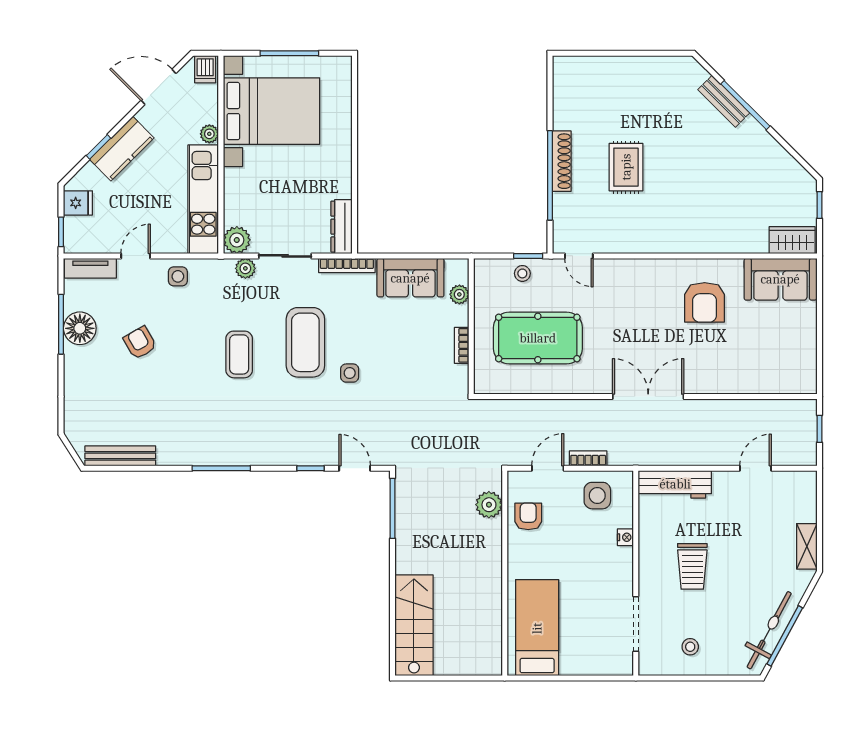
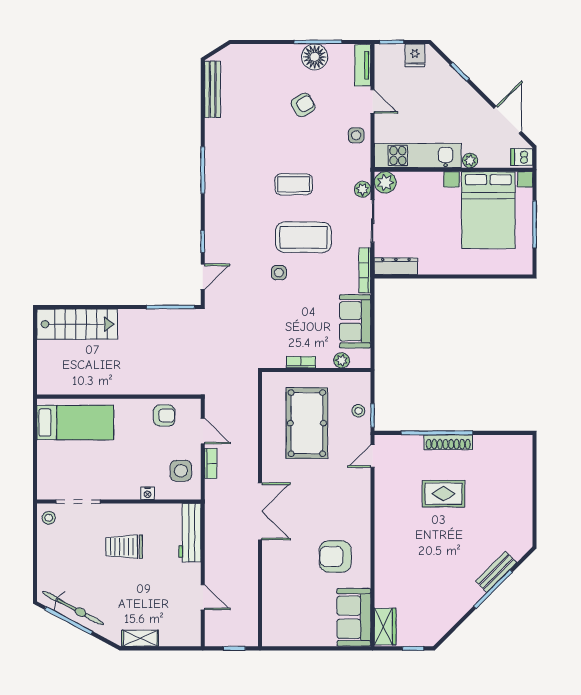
kitchen counter: (122, 149) -> (458, 90), removed
plant: (489, 505) -> (174, 384), removed
stool: (690, 647) -> (49, 518), moved

